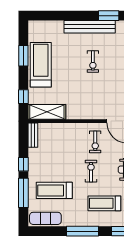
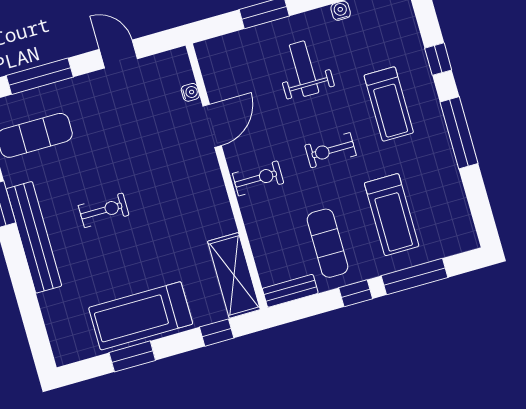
exercise bike: (95, 142) -> (258, 178), moved
exercise mat: (45, 218) -> (327, 243), moved

